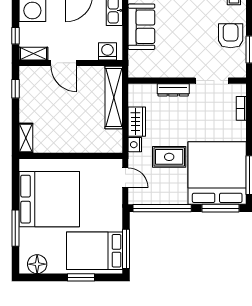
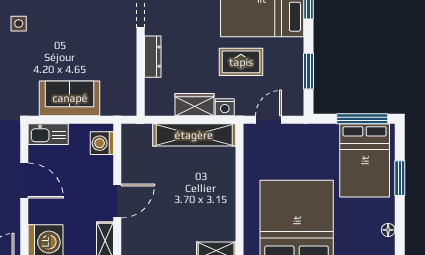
shelving: (114, 98) -> (194, 135), moved
rug: (169, 157) -> (241, 62), turned 90
window: (162, 208) -> (308, 71), width x0.47
floor lamp: (37, 264) -> (388, 230), width x0.53, depth x0.53

